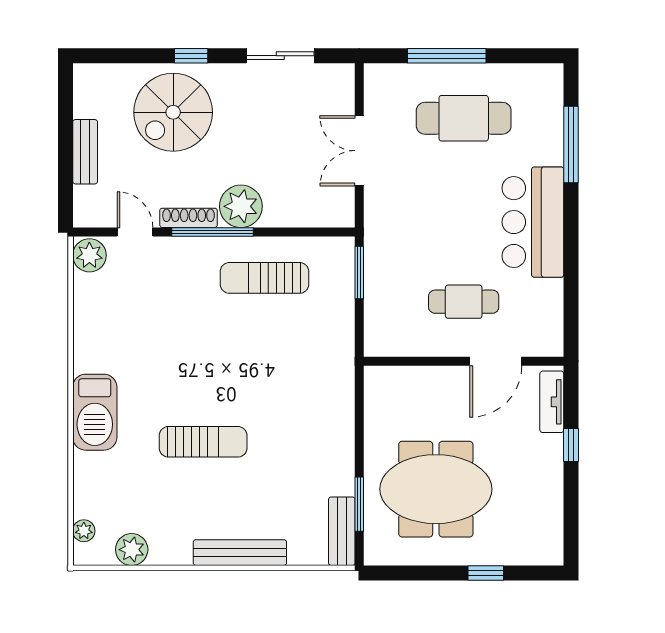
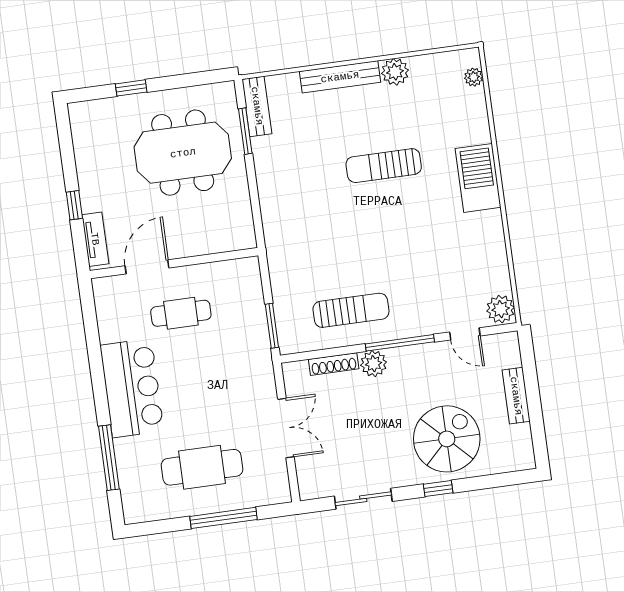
plant: (241, 206) -> (374, 364), width x0.73, depth x0.73
shoe rack: (189, 218) -> (334, 364), moved
plant: (132, 550) -> (395, 72), moved

